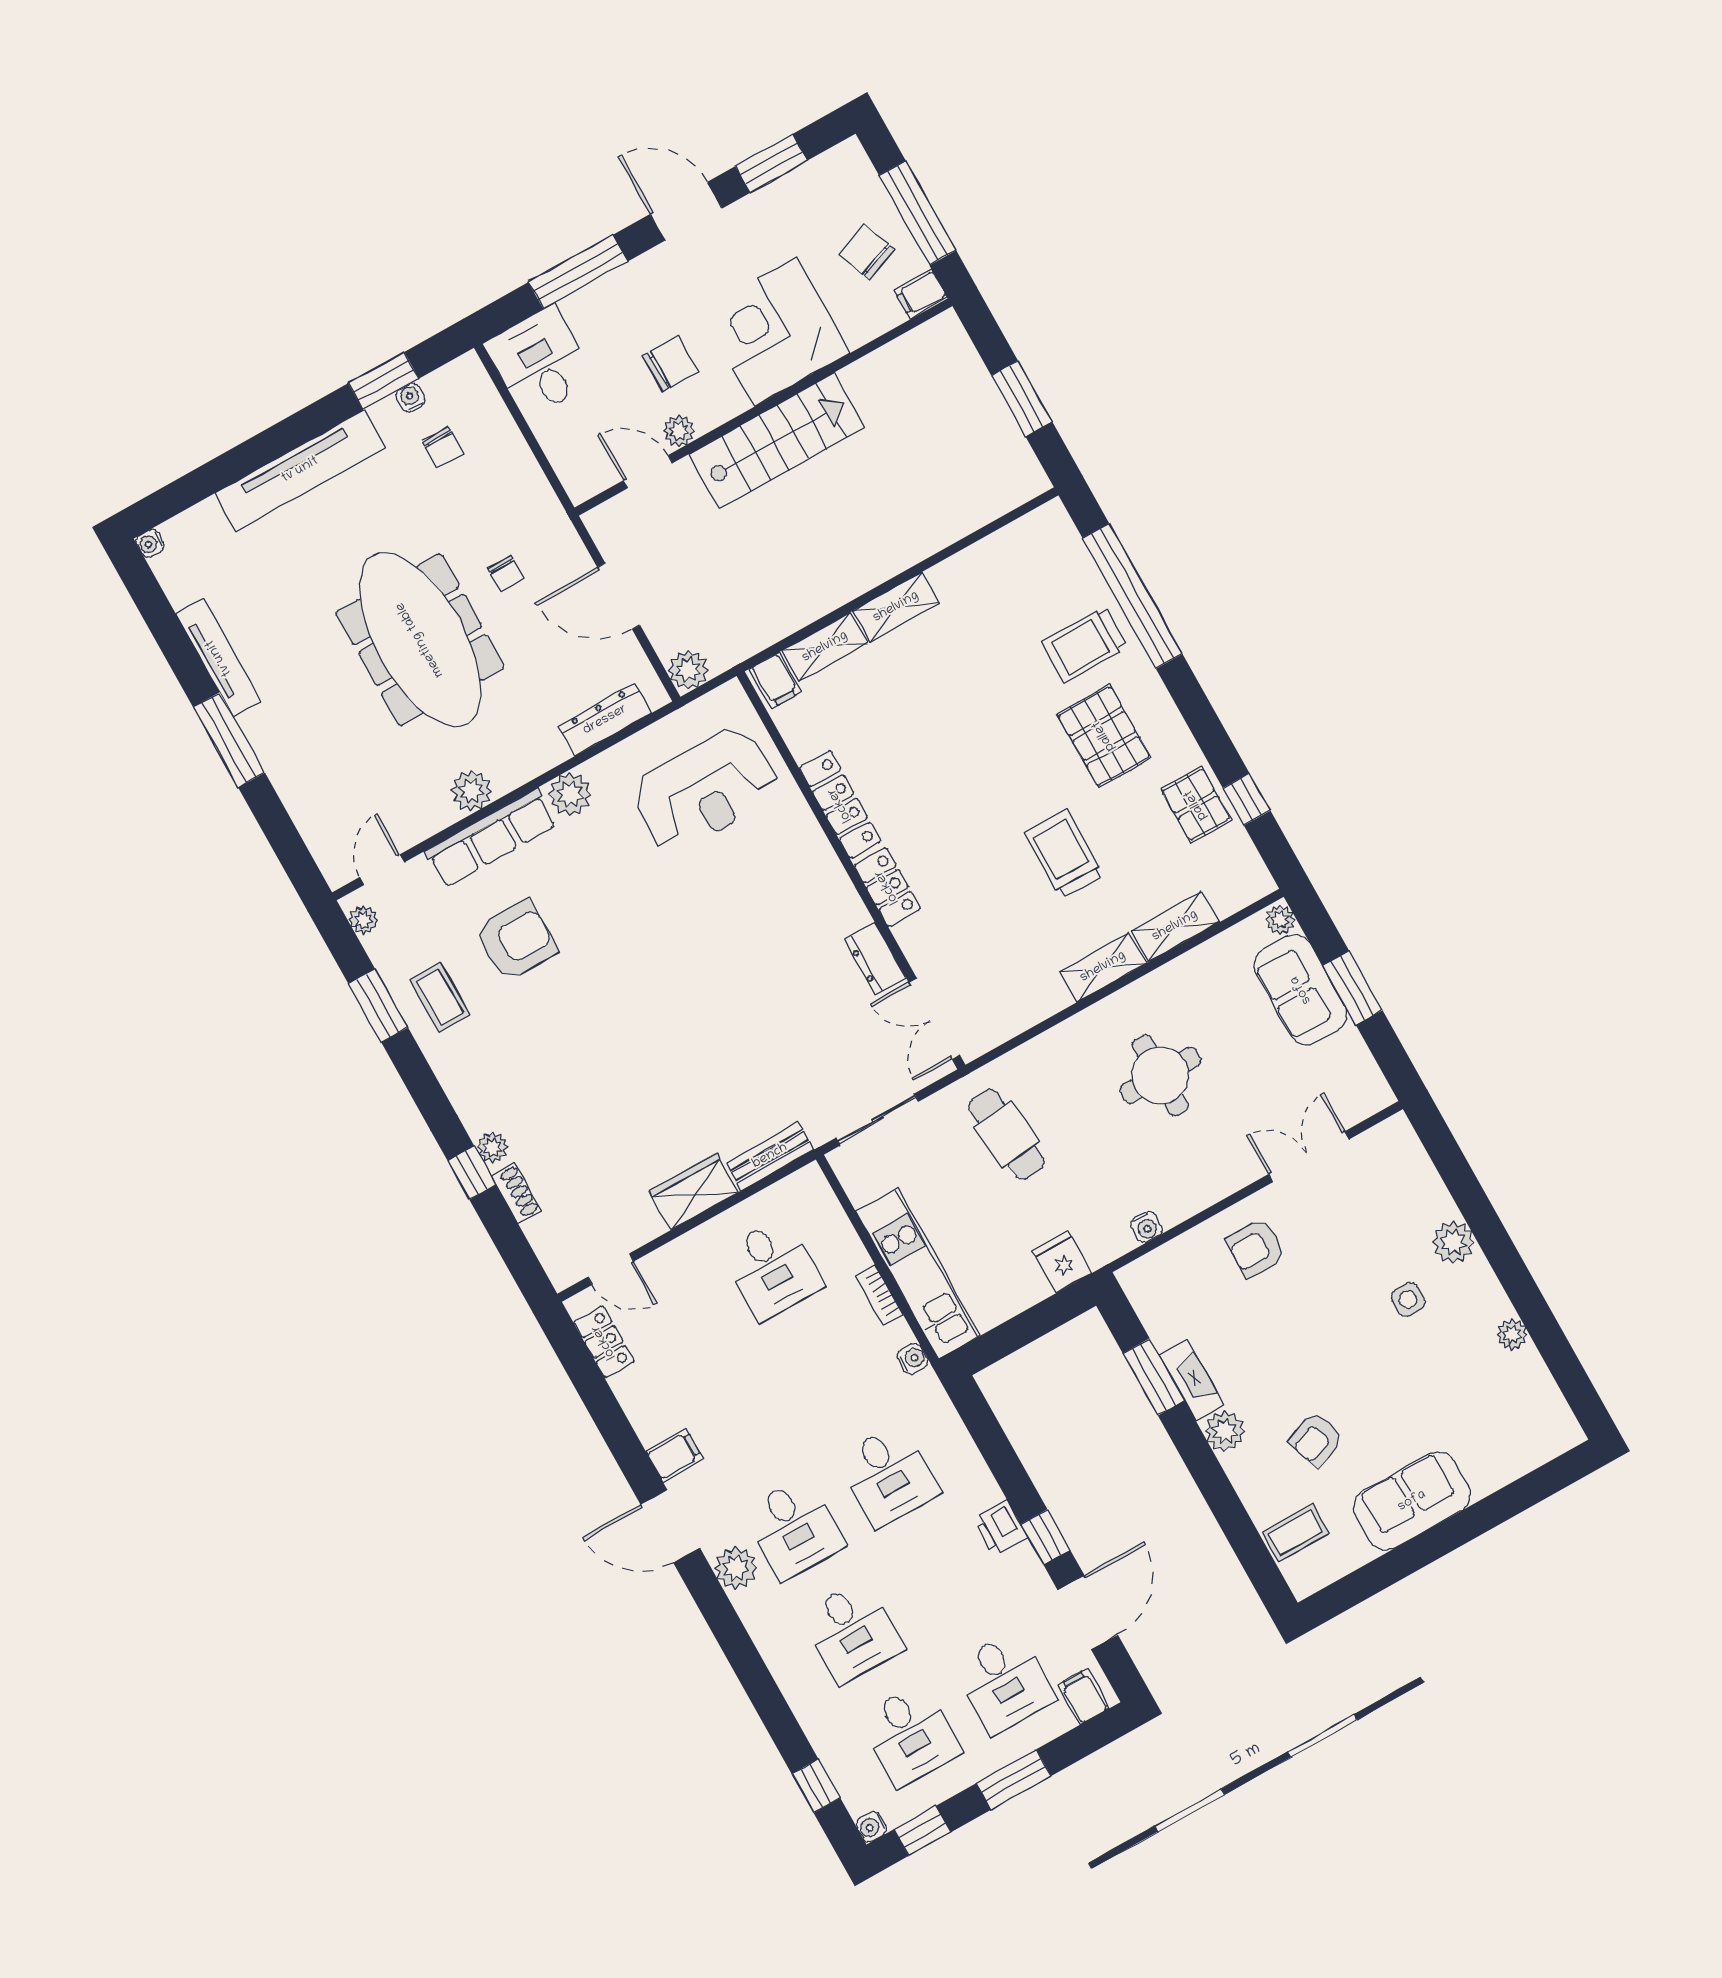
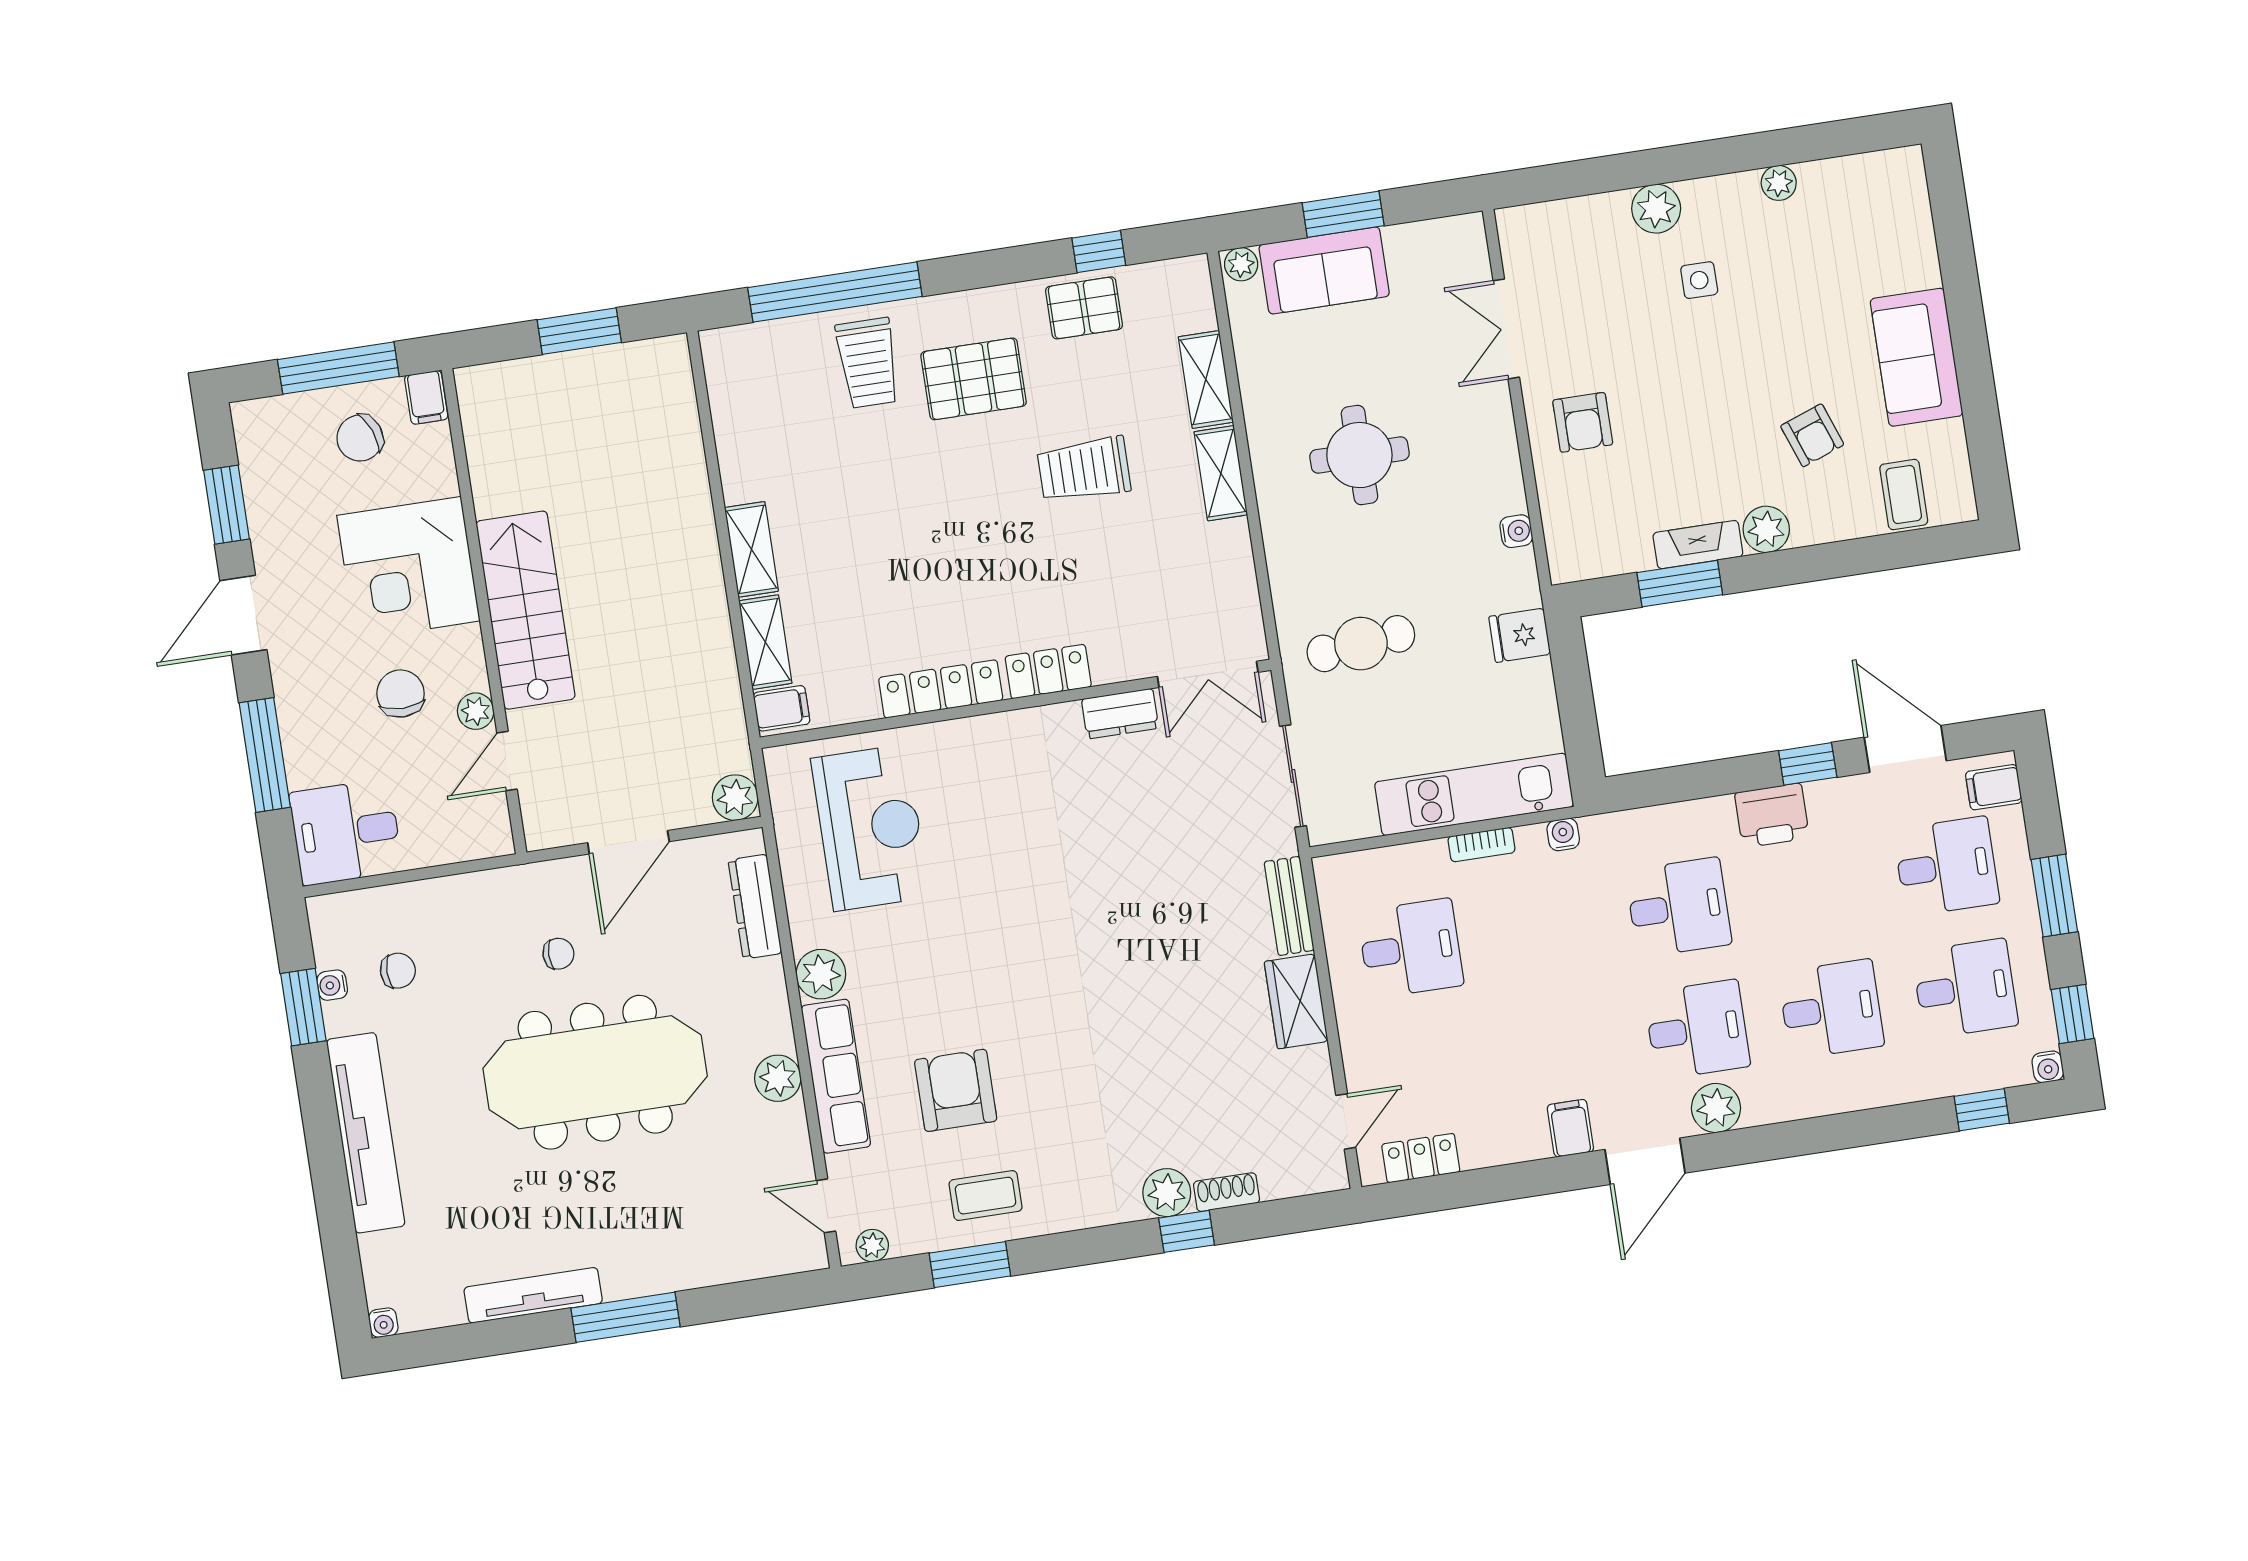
plant: (493, 1147) -> (1167, 1193), width x1.38, depth x1.38
printer: (1000, 1528) -> (1772, 815), width x1.36, depth x1.24

